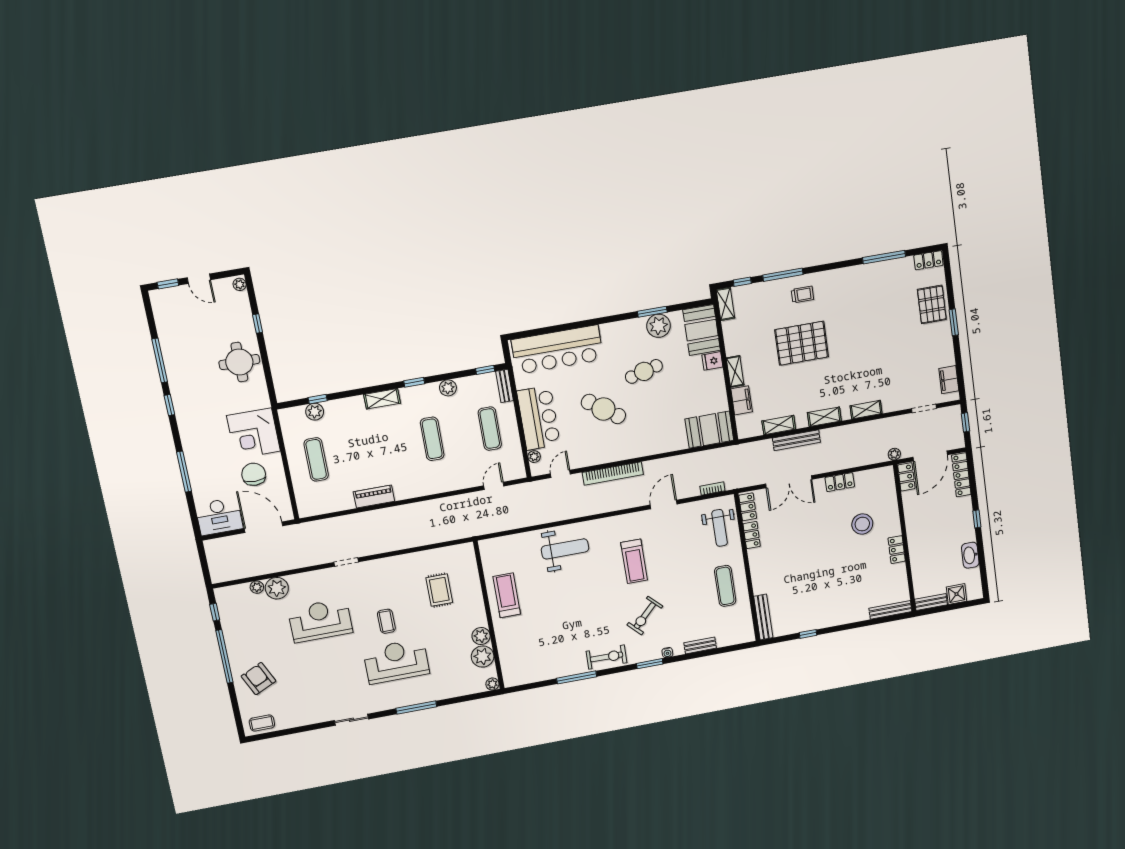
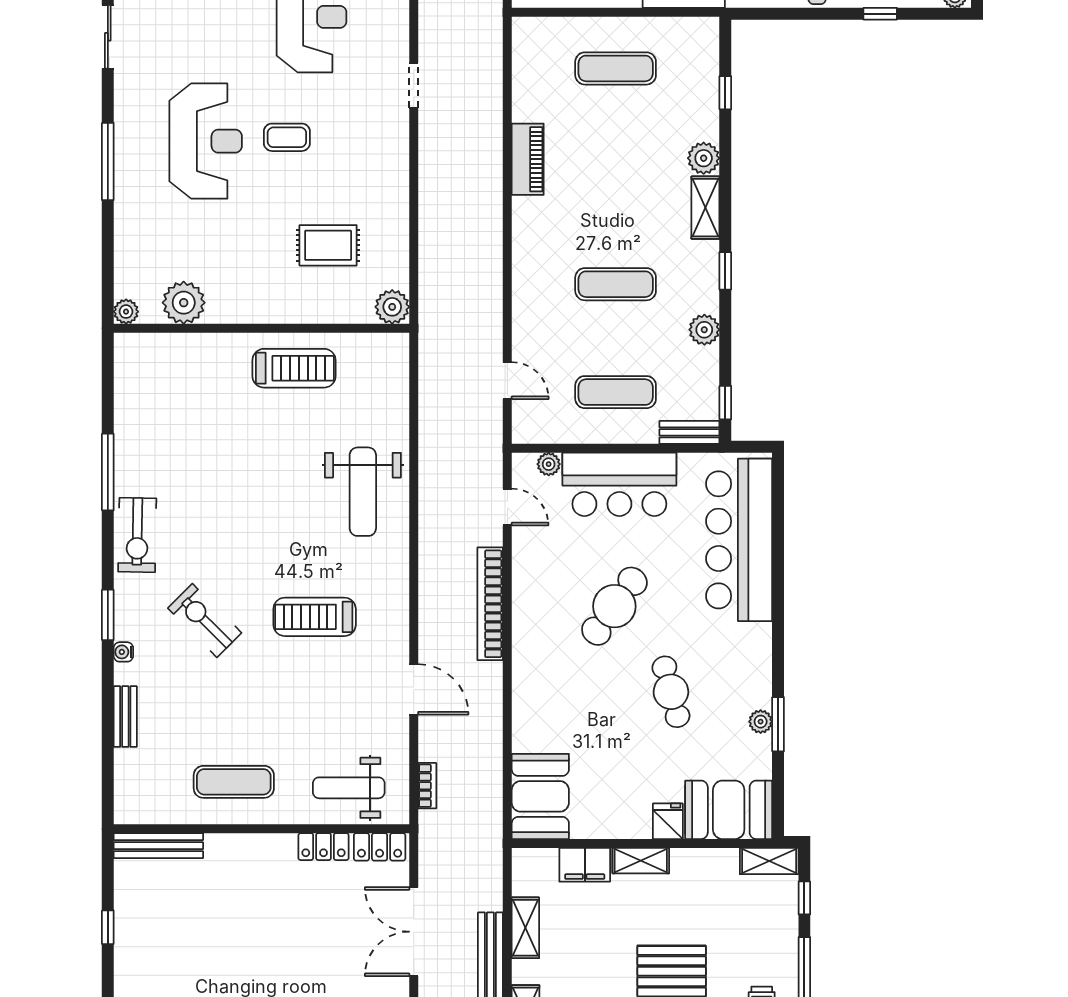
plant: (659, 326) -> (761, 722), width x0.53, depth x0.53
plant: (315, 412) -> (704, 158), moved
plant: (481, 636) -> (392, 307), moved

